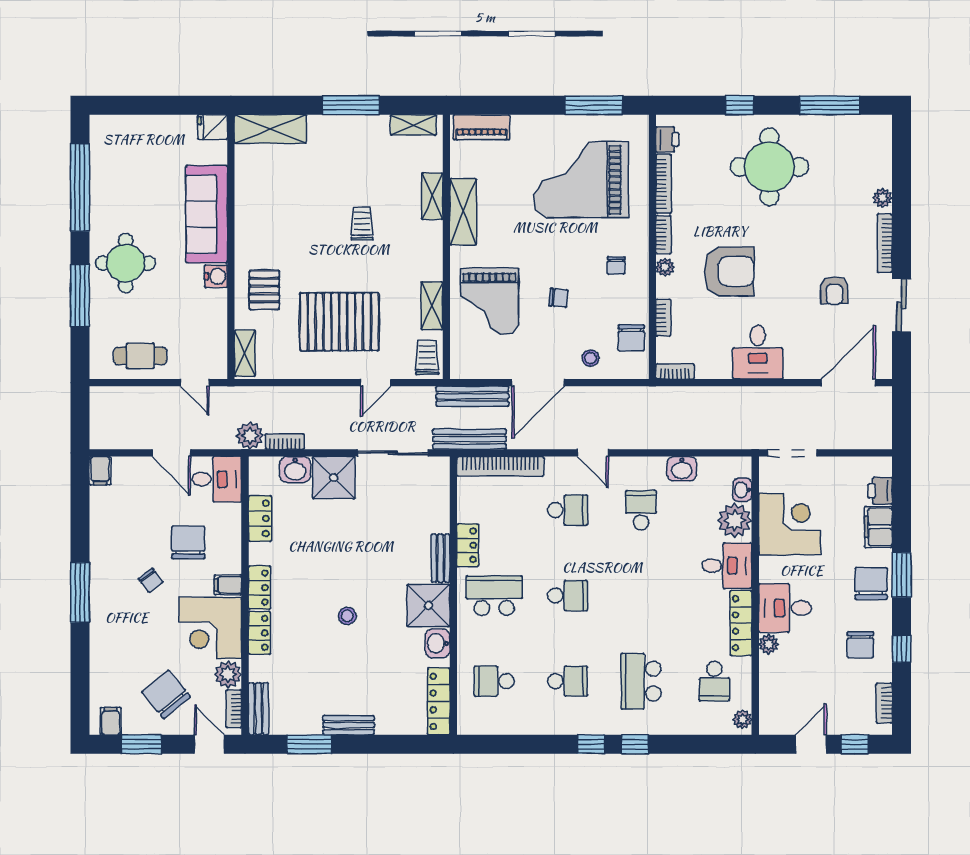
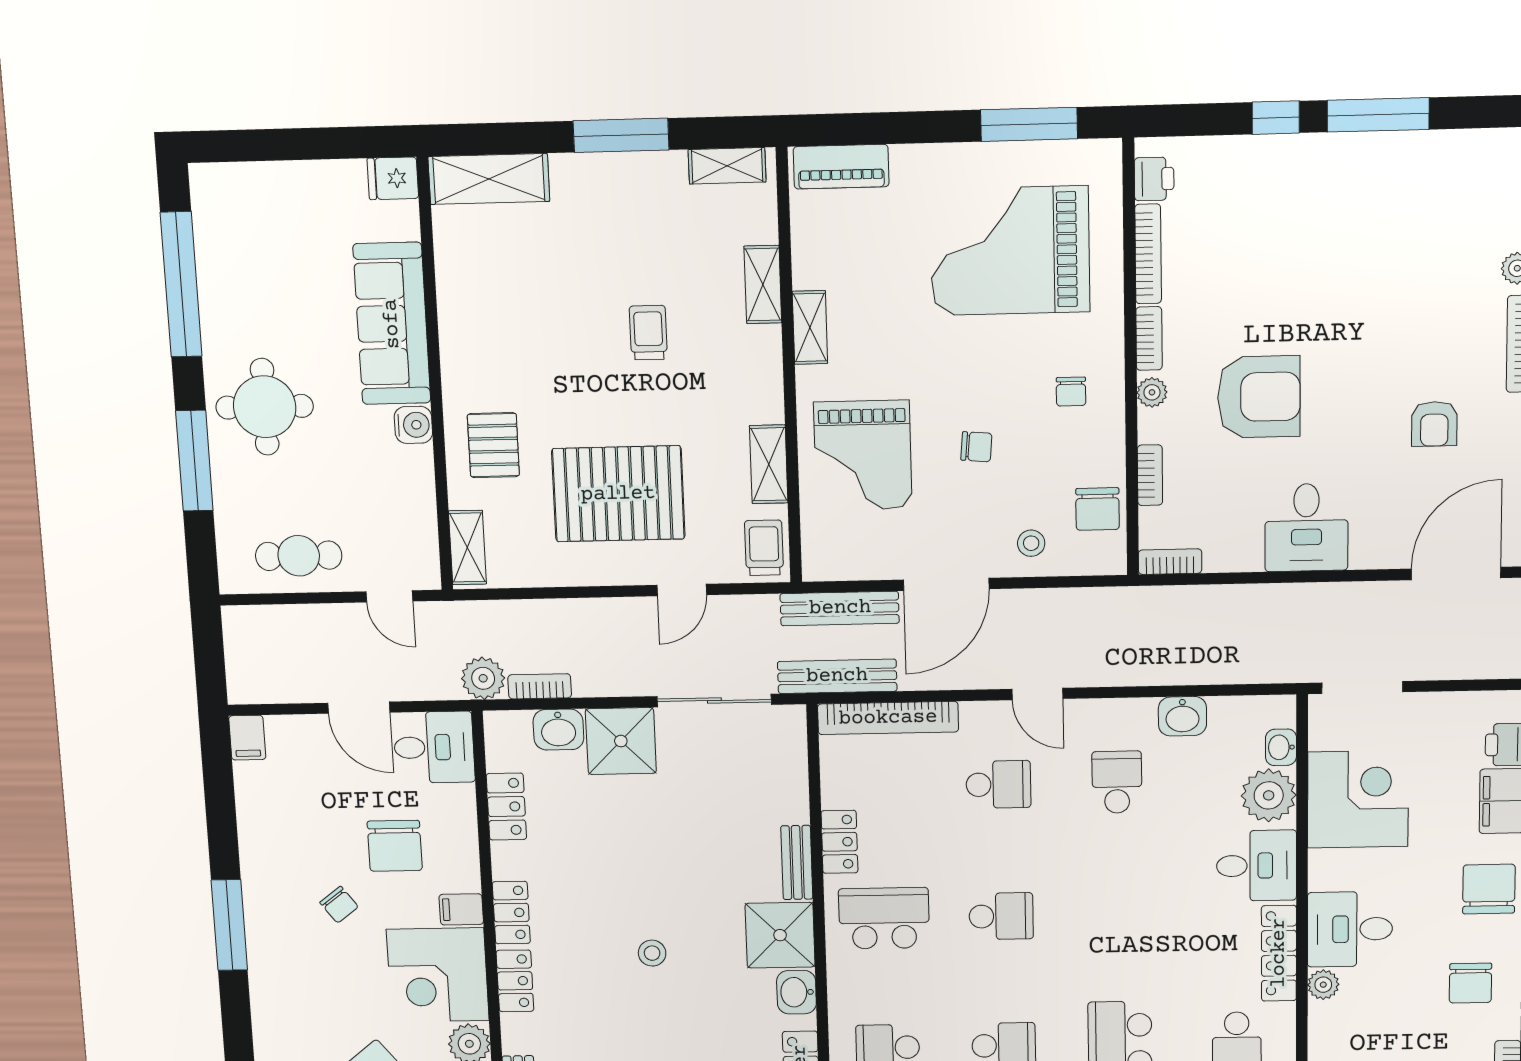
window: (830, 105) -> (1378, 115), moved
round table: (769, 167) -> (1326, 221), removed
shelving: (463, 212) -> (810, 327), width x0.67, depth x0.75
chair: (188, 543) -> (395, 846), turned 180

